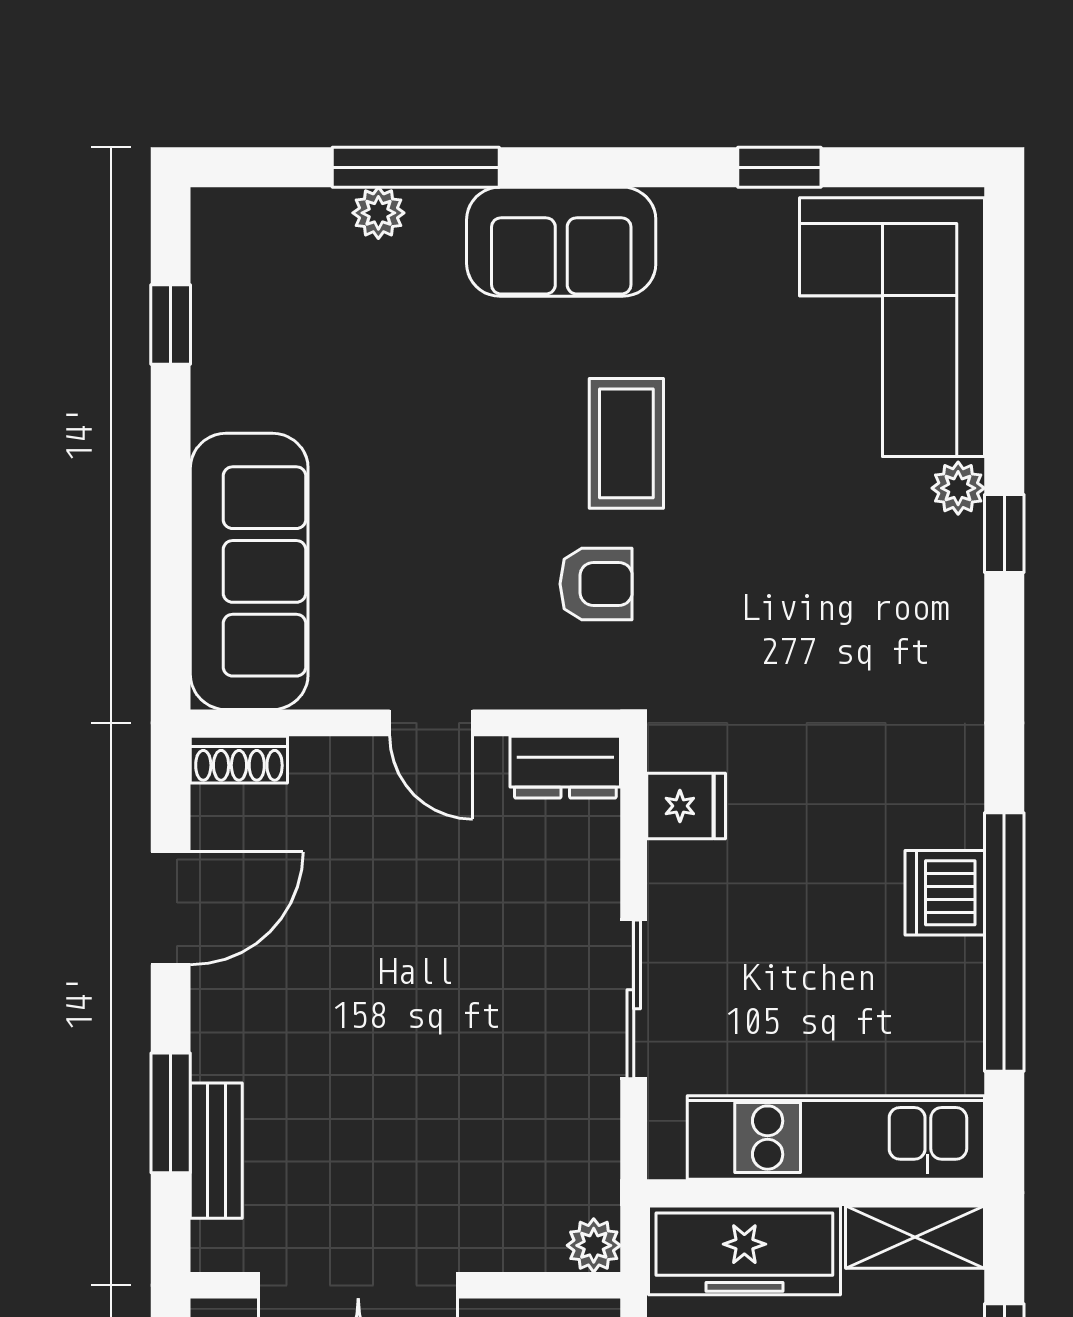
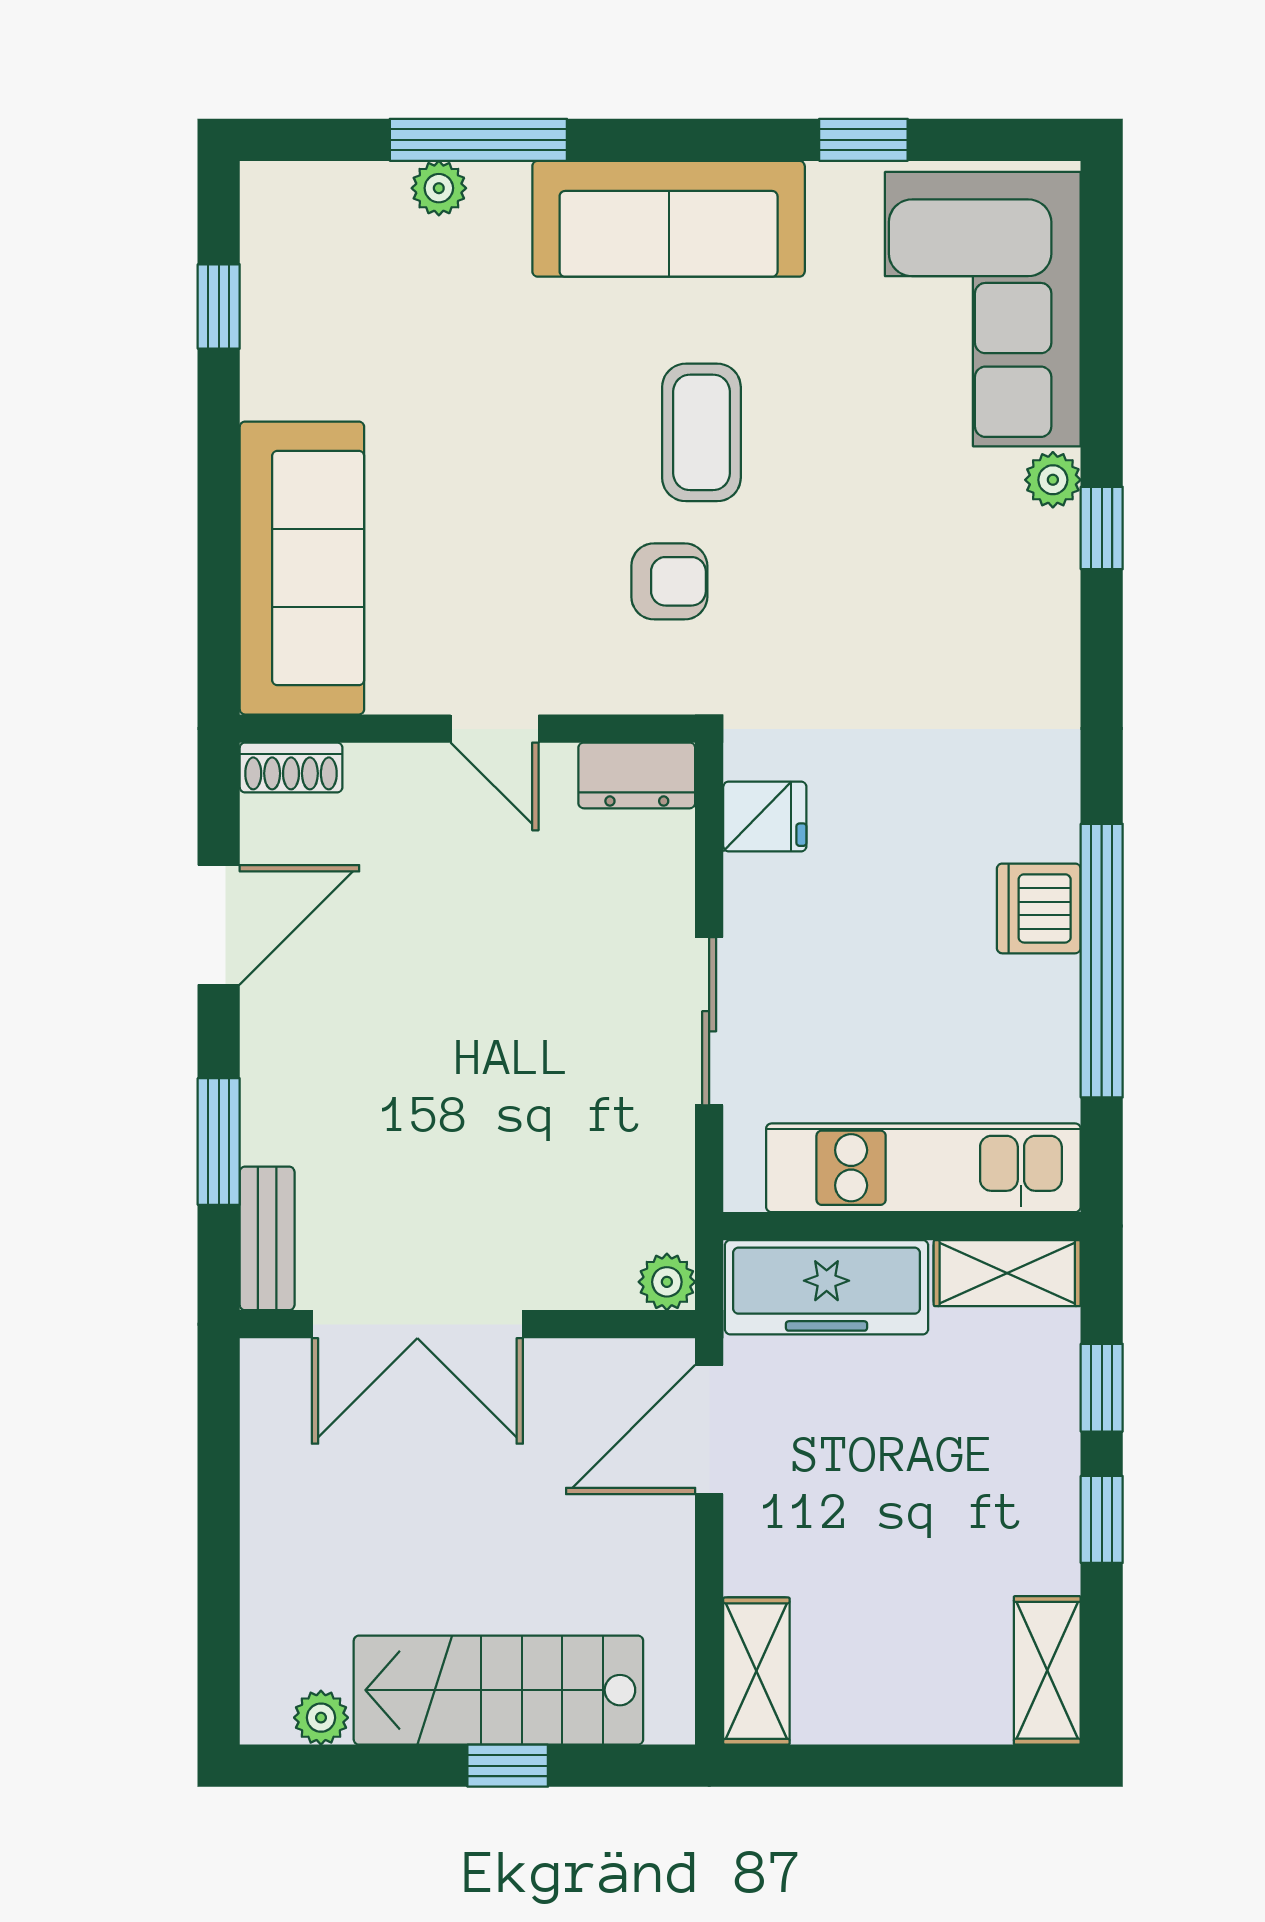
sofa: (561, 242) -> (669, 219), width x1.36
bench: (216, 1151) -> (267, 1238), moved

